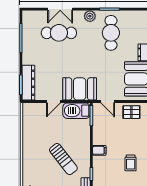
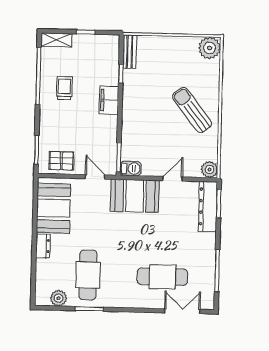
double door: (60, 9) -> (182, 311), moved
plant: (90, 16) -> (58, 298), moved
plant: (28, 109) -> (209, 170), added
barbecue: (77, 111) -> (131, 168), width x0.53, depth x0.65
filing cabinet: (99, 150) -> (109, 100), width x2.00
sun lounger: (63, 159) -> (192, 110), moved

